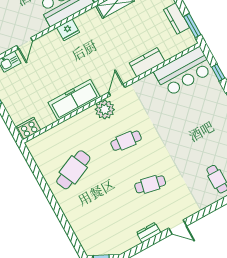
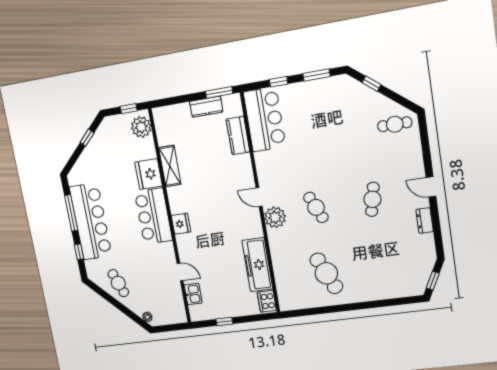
kitchen counter: (147, 62) -> (238, 136), moved
freezer: (74, 100) -> (257, 265), moved
cafe table: (126, 141) -> (316, 207), turned -30
door: (178, 227) -> (431, 187), swing flipped

